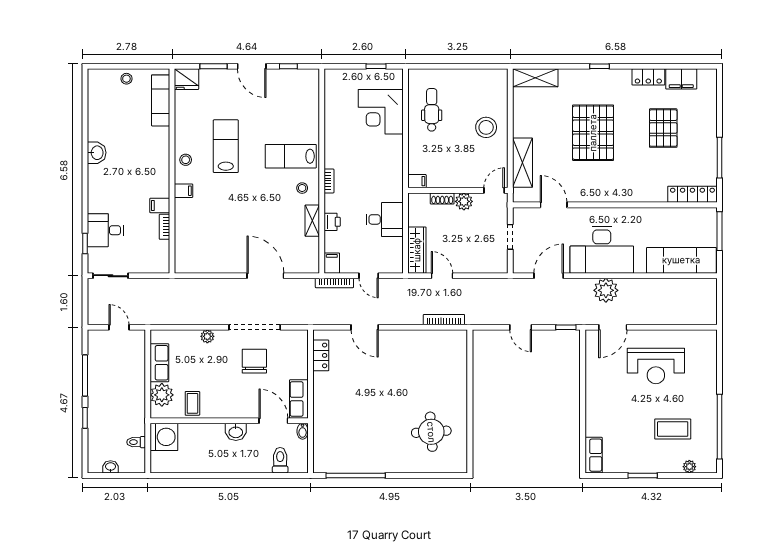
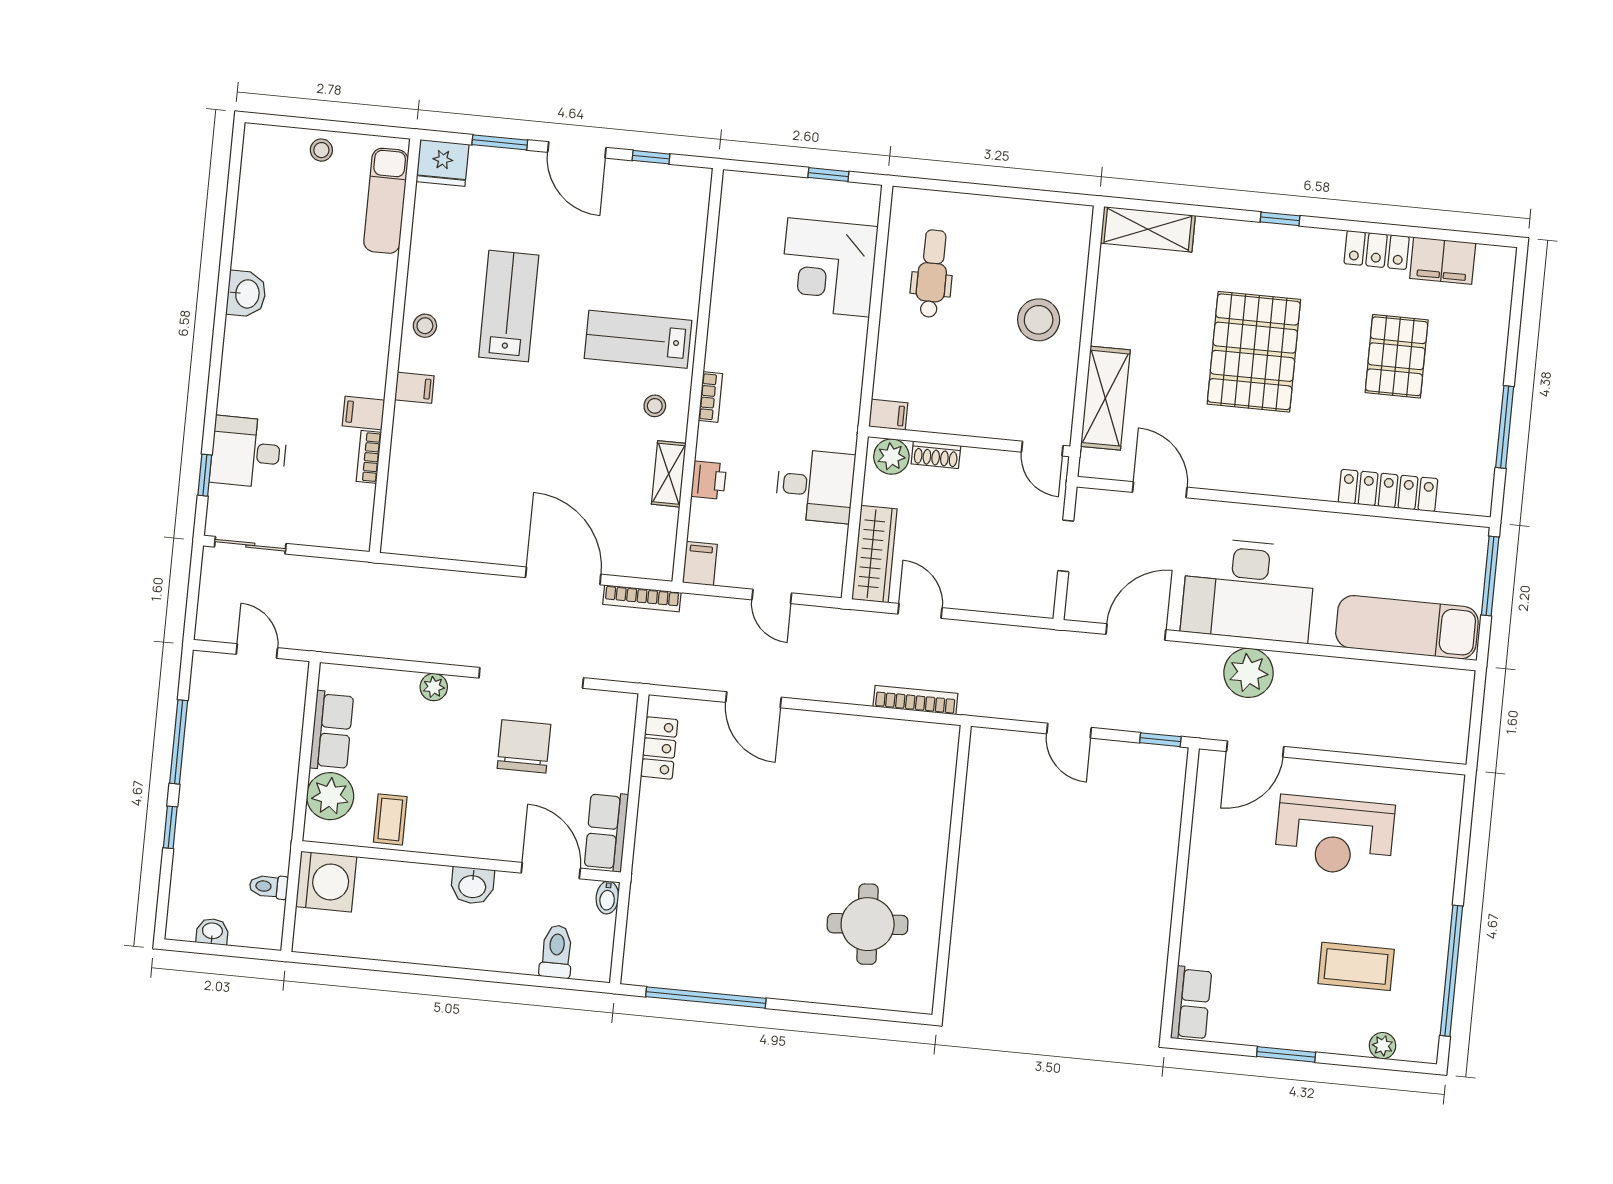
door: (494, 190) -> (1042, 449), swing flipped
locker: (692, 194) -> (1388, 491), moved
plant: (464, 201) -> (891, 457), moved
bookcase: (334, 283) -> (642, 598), moved

